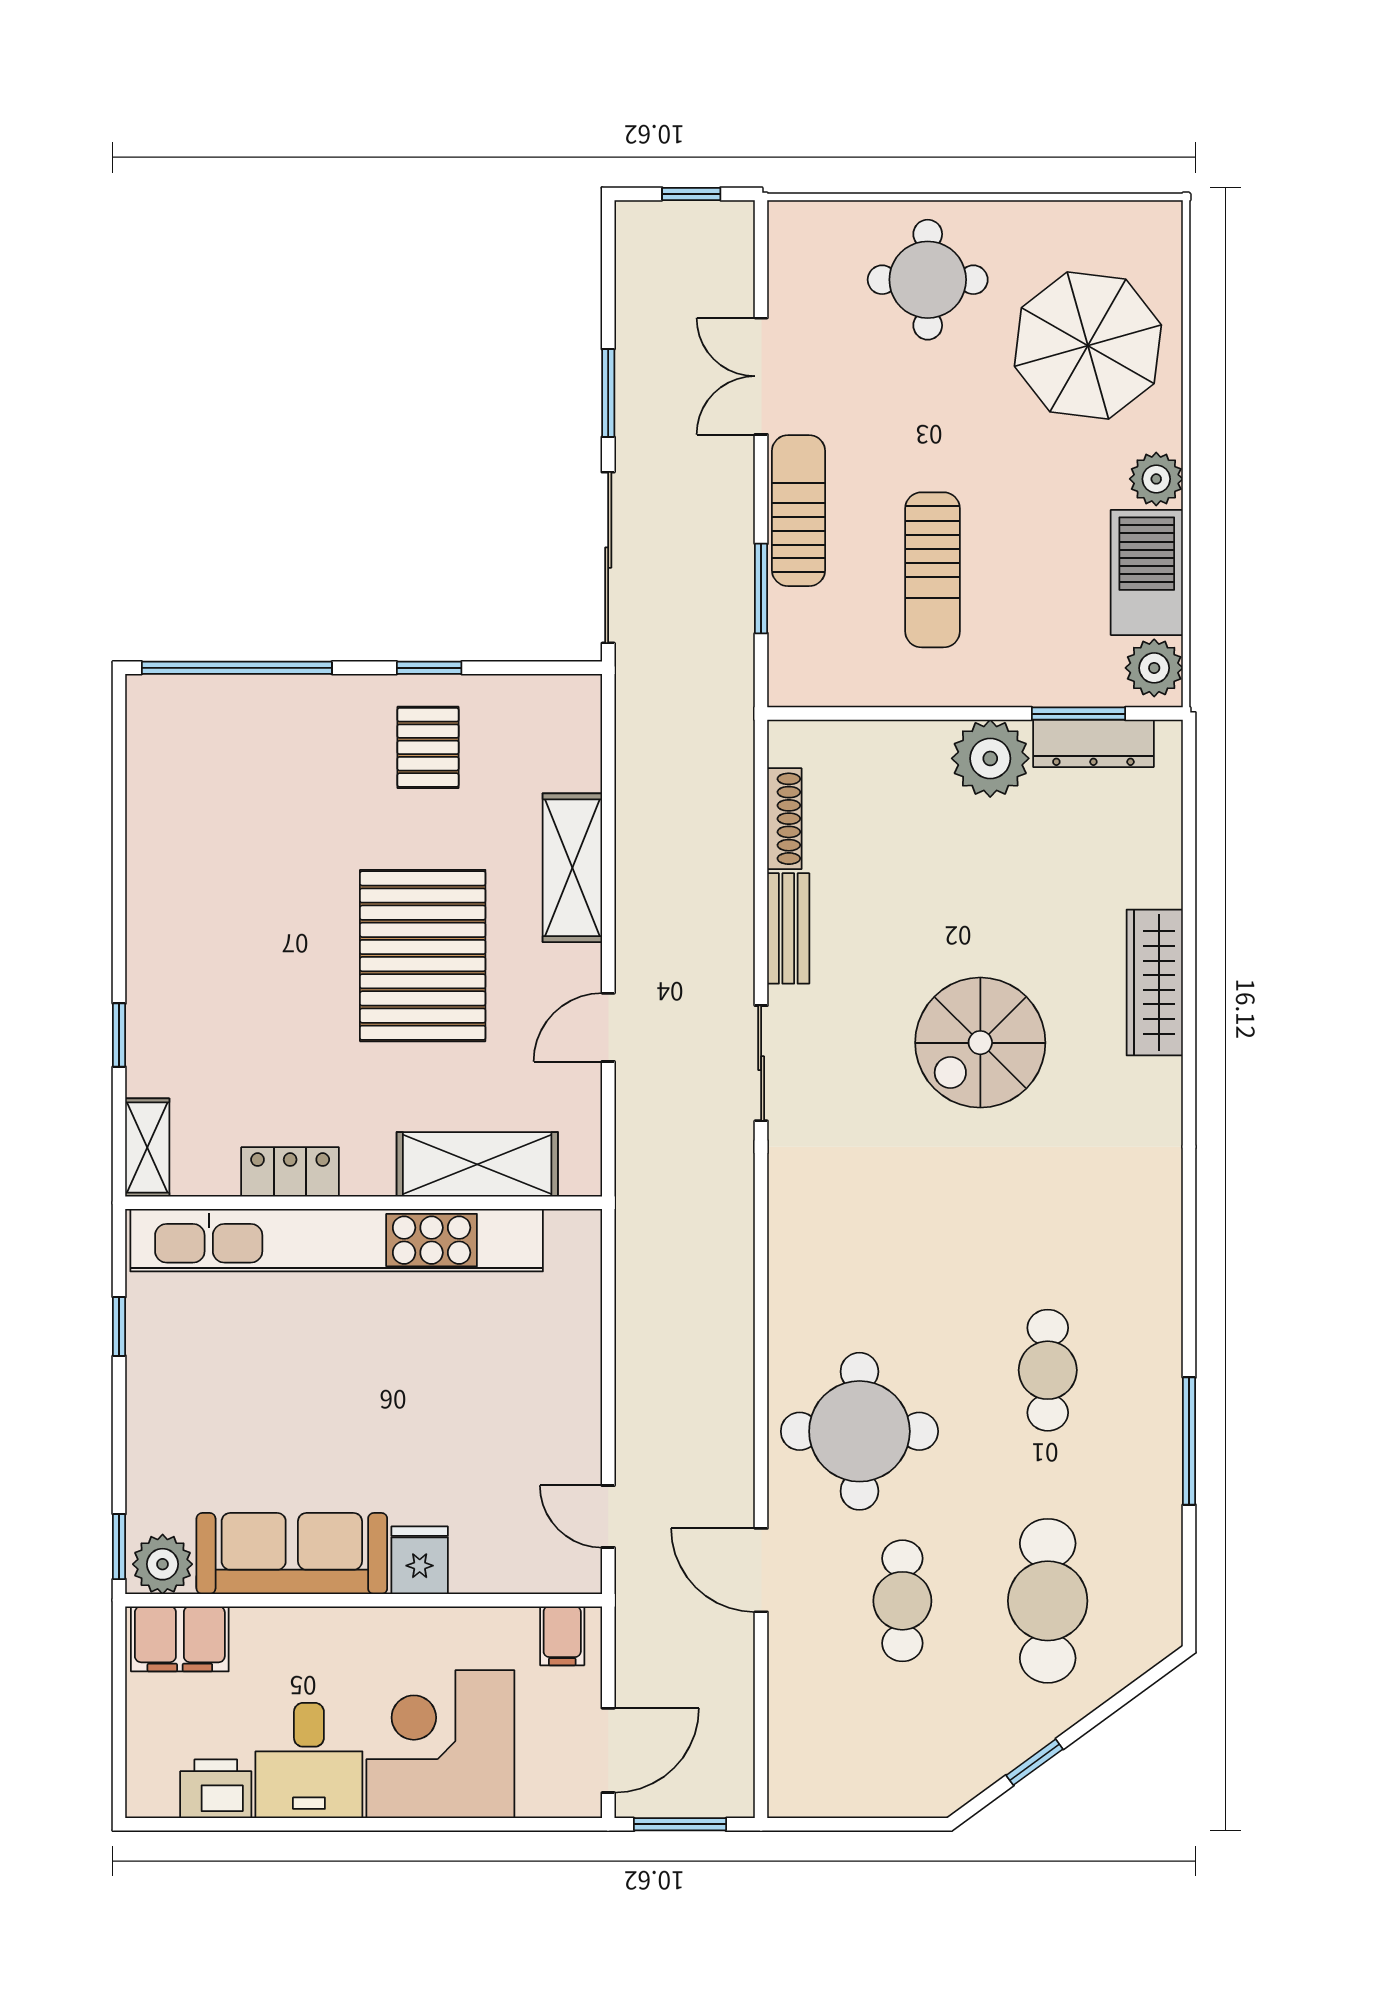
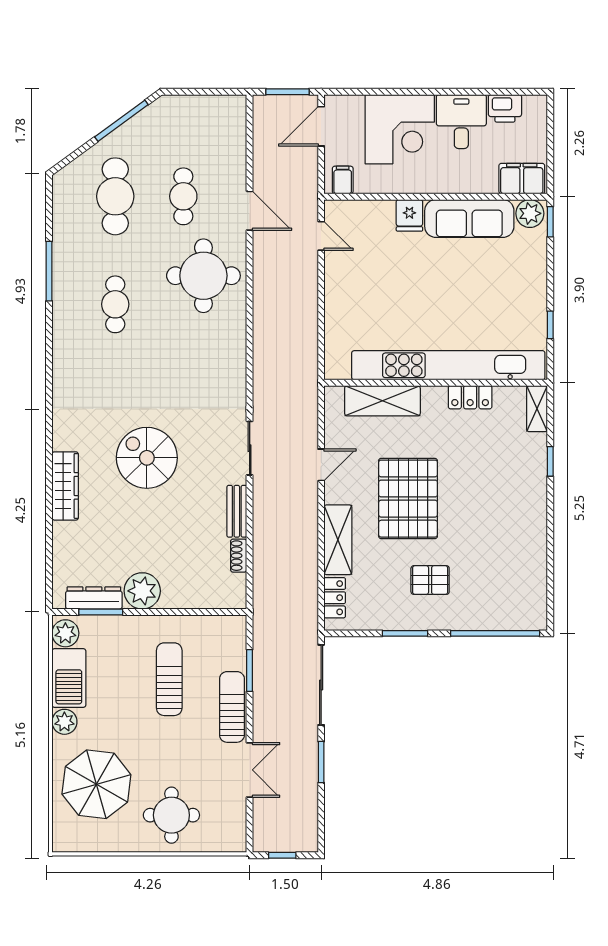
sun lounger: (799, 511) -> (232, 707), turned 180
window: (429, 668) -> (405, 633), width x1.50
locker: (579, 744) -> (335, 598), added
pallet: (428, 747) -> (430, 580), moved, turned 90
shoe rack: (784, 819) -> (239, 556), width x0.70
spiral stairs: (980, 1043) -> (147, 458), turned -90
window: (1035, 1762) -> (121, 121), width x2.17

